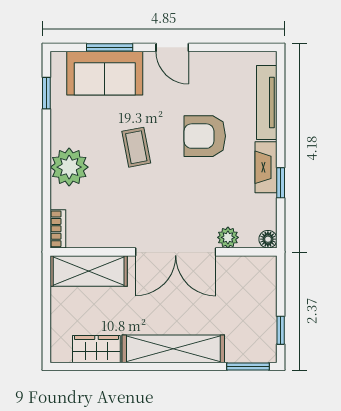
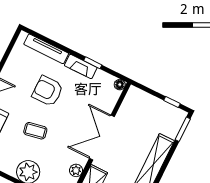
armchair: (205, 136) -> (48, 91), turned 90
plant: (228, 237) -> (76, 170), moved
double door: (176, 252) -> (102, 137), swing flipped

